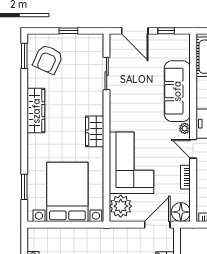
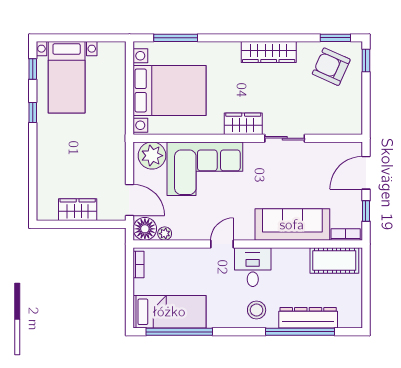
window: (68, 31) -> (366, 61), moved
sliding door: (107, 73) -> (285, 138), moved
plant: (185, 128) -> (165, 234), moved
bookcase: (185, 177) -> (346, 235), moved
window: (24, 187) -> (176, 38), width x1.44

